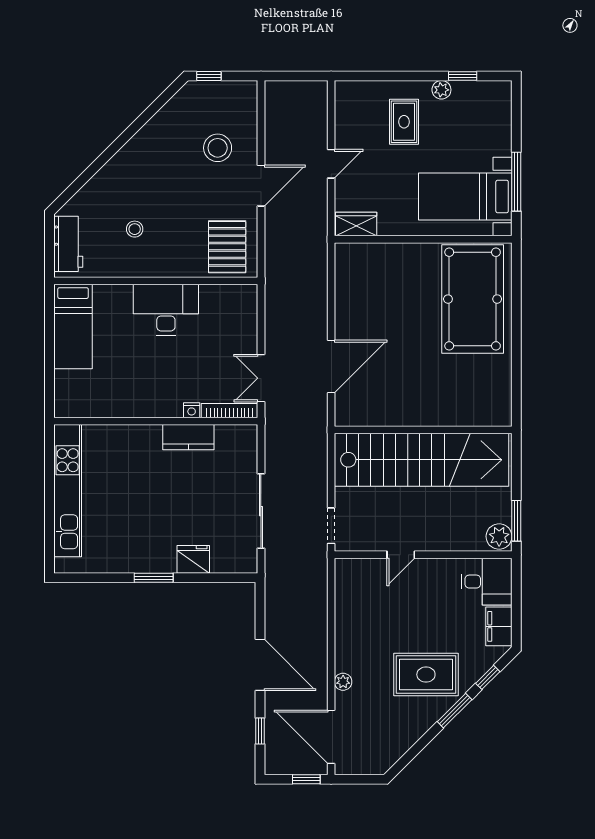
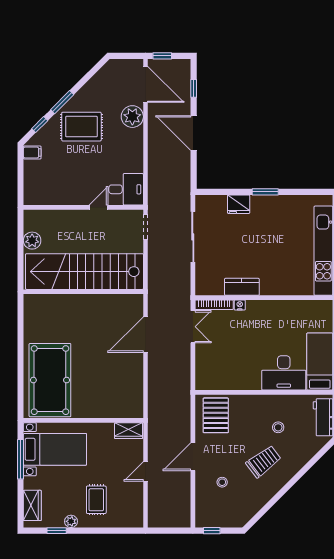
window: (209, 76) -> (212, 531), moved
wardrobe: (499, 113) -> (32, 505), added
stool: (218, 148) -> (222, 482), width x0.53, depth x0.53
trolley: (156, 179) -> (264, 461), added
desk: (166, 310) -> (284, 373), moved
window: (516, 521) -> (20, 230), removed
plant: (499, 536) -> (32, 241), moved
desk: (486, 582) -> (126, 189), moved, turned 180
filing cabinet: (499, 626) -> (32, 153), width x0.50
plant: (343, 682) -> (132, 117), width x1.88, depth x1.88

